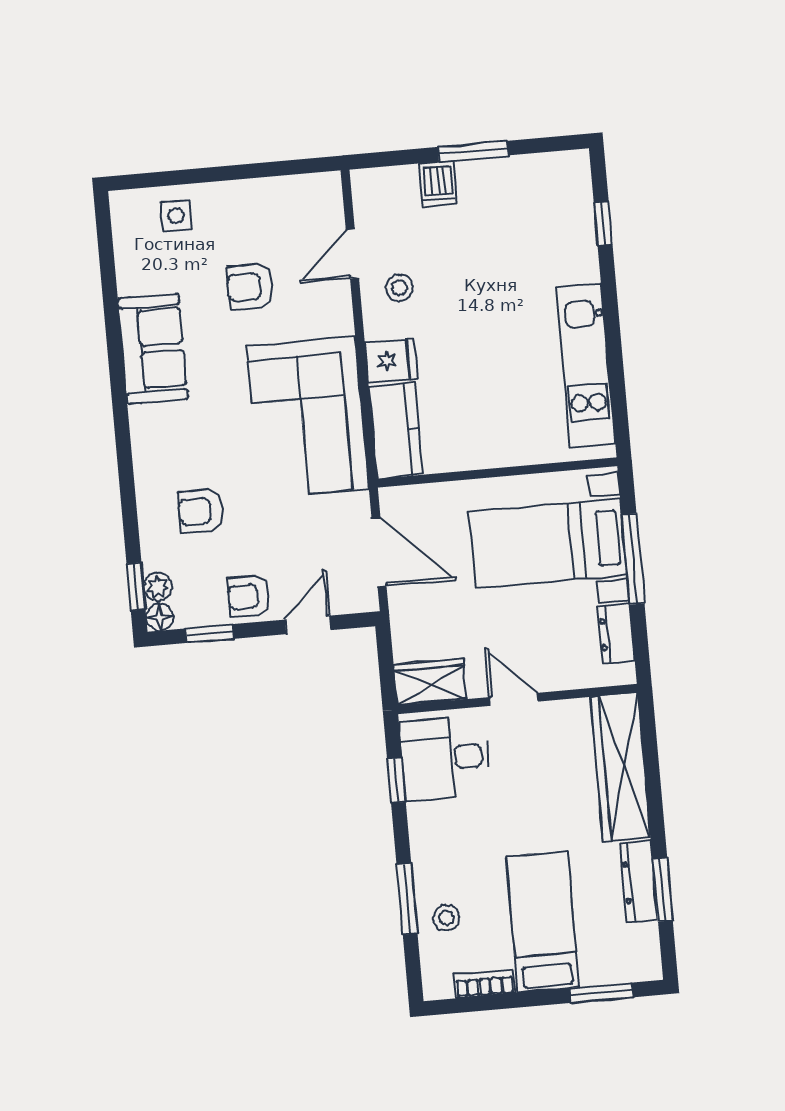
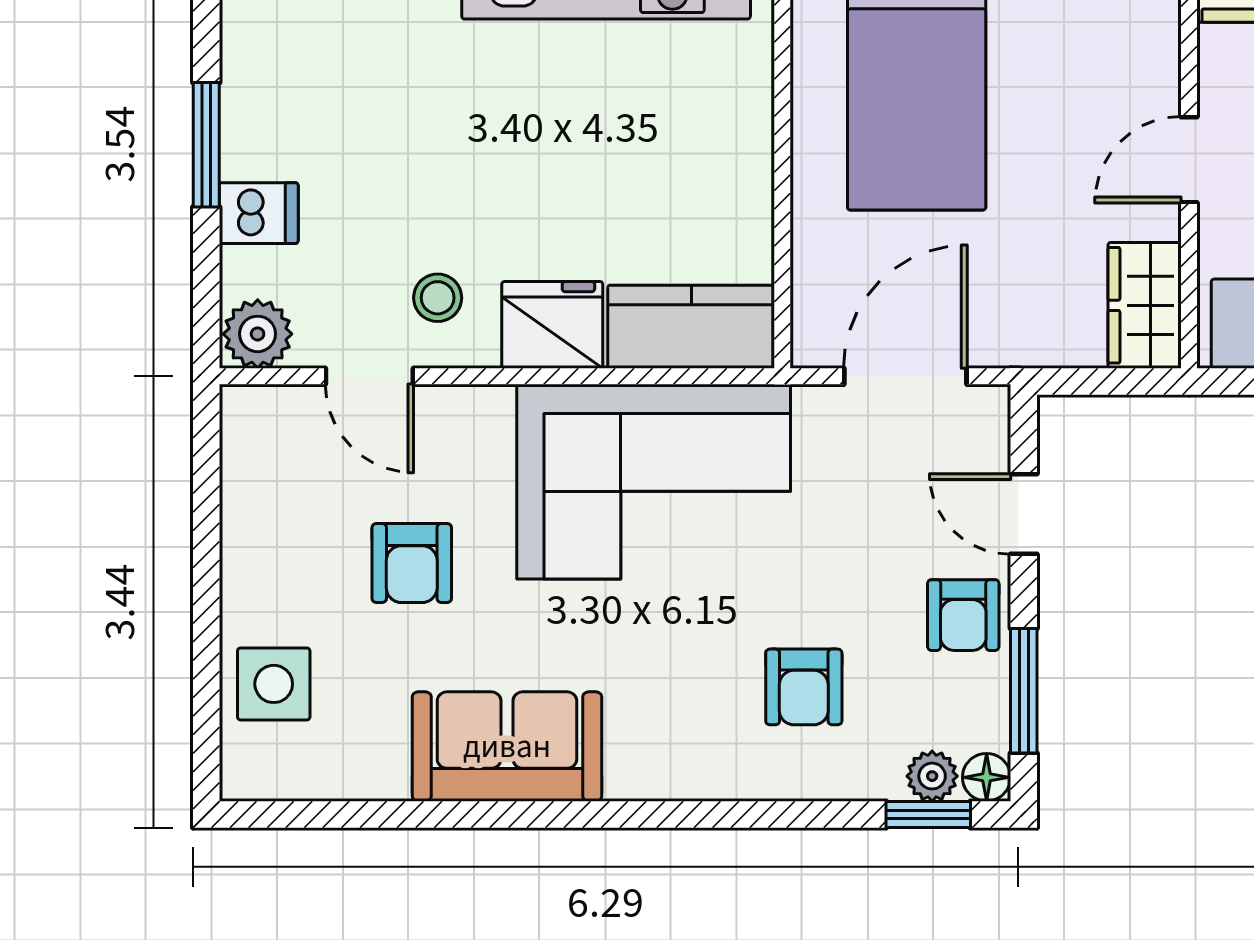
plant: (370, 189) -> (258, 334), added
side table: (176, 216) -> (274, 684), width x1.37, depth x1.37
fridge: (391, 361) -> (552, 325), width x1.38
window: (210, 634) -> (1024, 691), width x1.50

